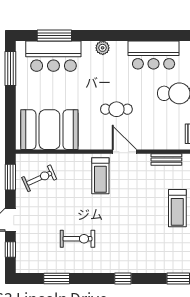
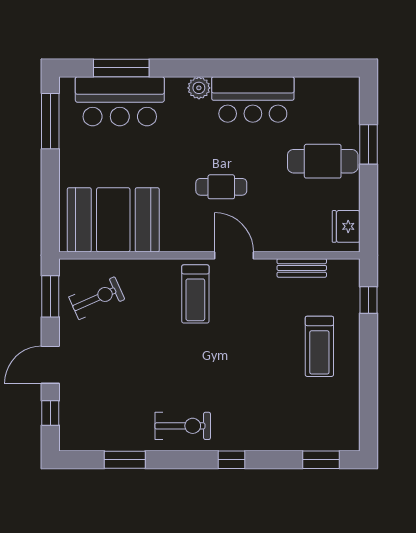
bar counter: (154, 55) -> (253, 99), moved
exercise bike: (77, 239) -> (183, 426), moved

